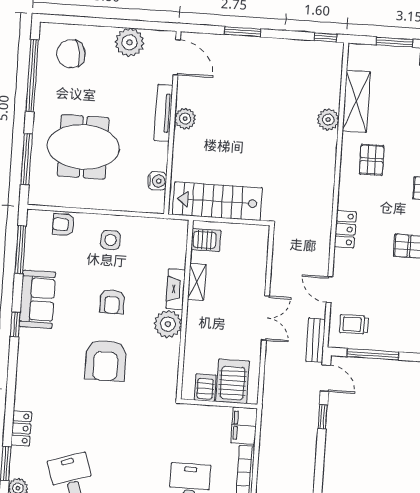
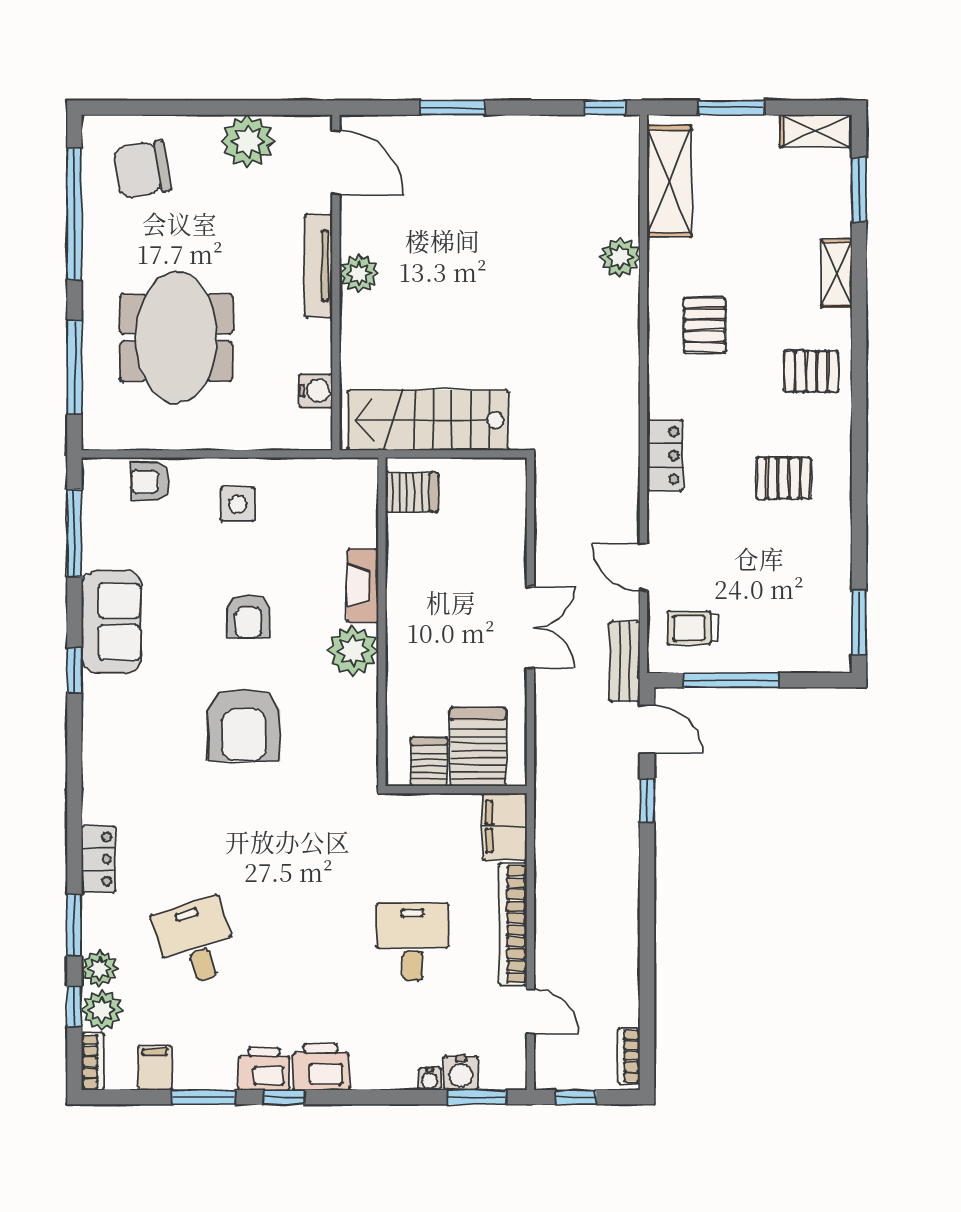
shelving: (356, 101) -> (669, 181), moved
meeting table: (83, 147) -> (176, 338), turned 90
shelving: (197, 282) -> (400, 570), removed

